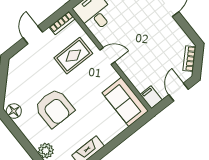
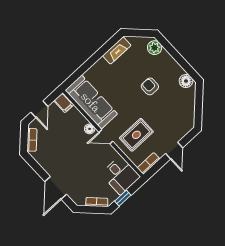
floor lamp: (125, 66) -> (90, 129), added
sofa: (125, 102) -> (91, 102), width x1.36
armchair: (54, 108) -> (150, 86), width x0.53, depth x0.53

